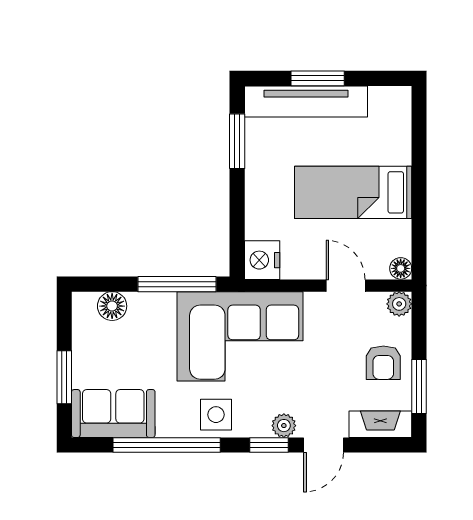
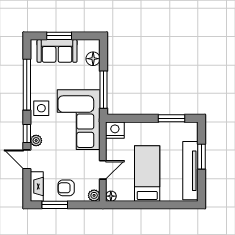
tv unit: (306, 102) -> (190, 171), moved
sofa: (113, 414) -> (57, 51), moved, turned 90

